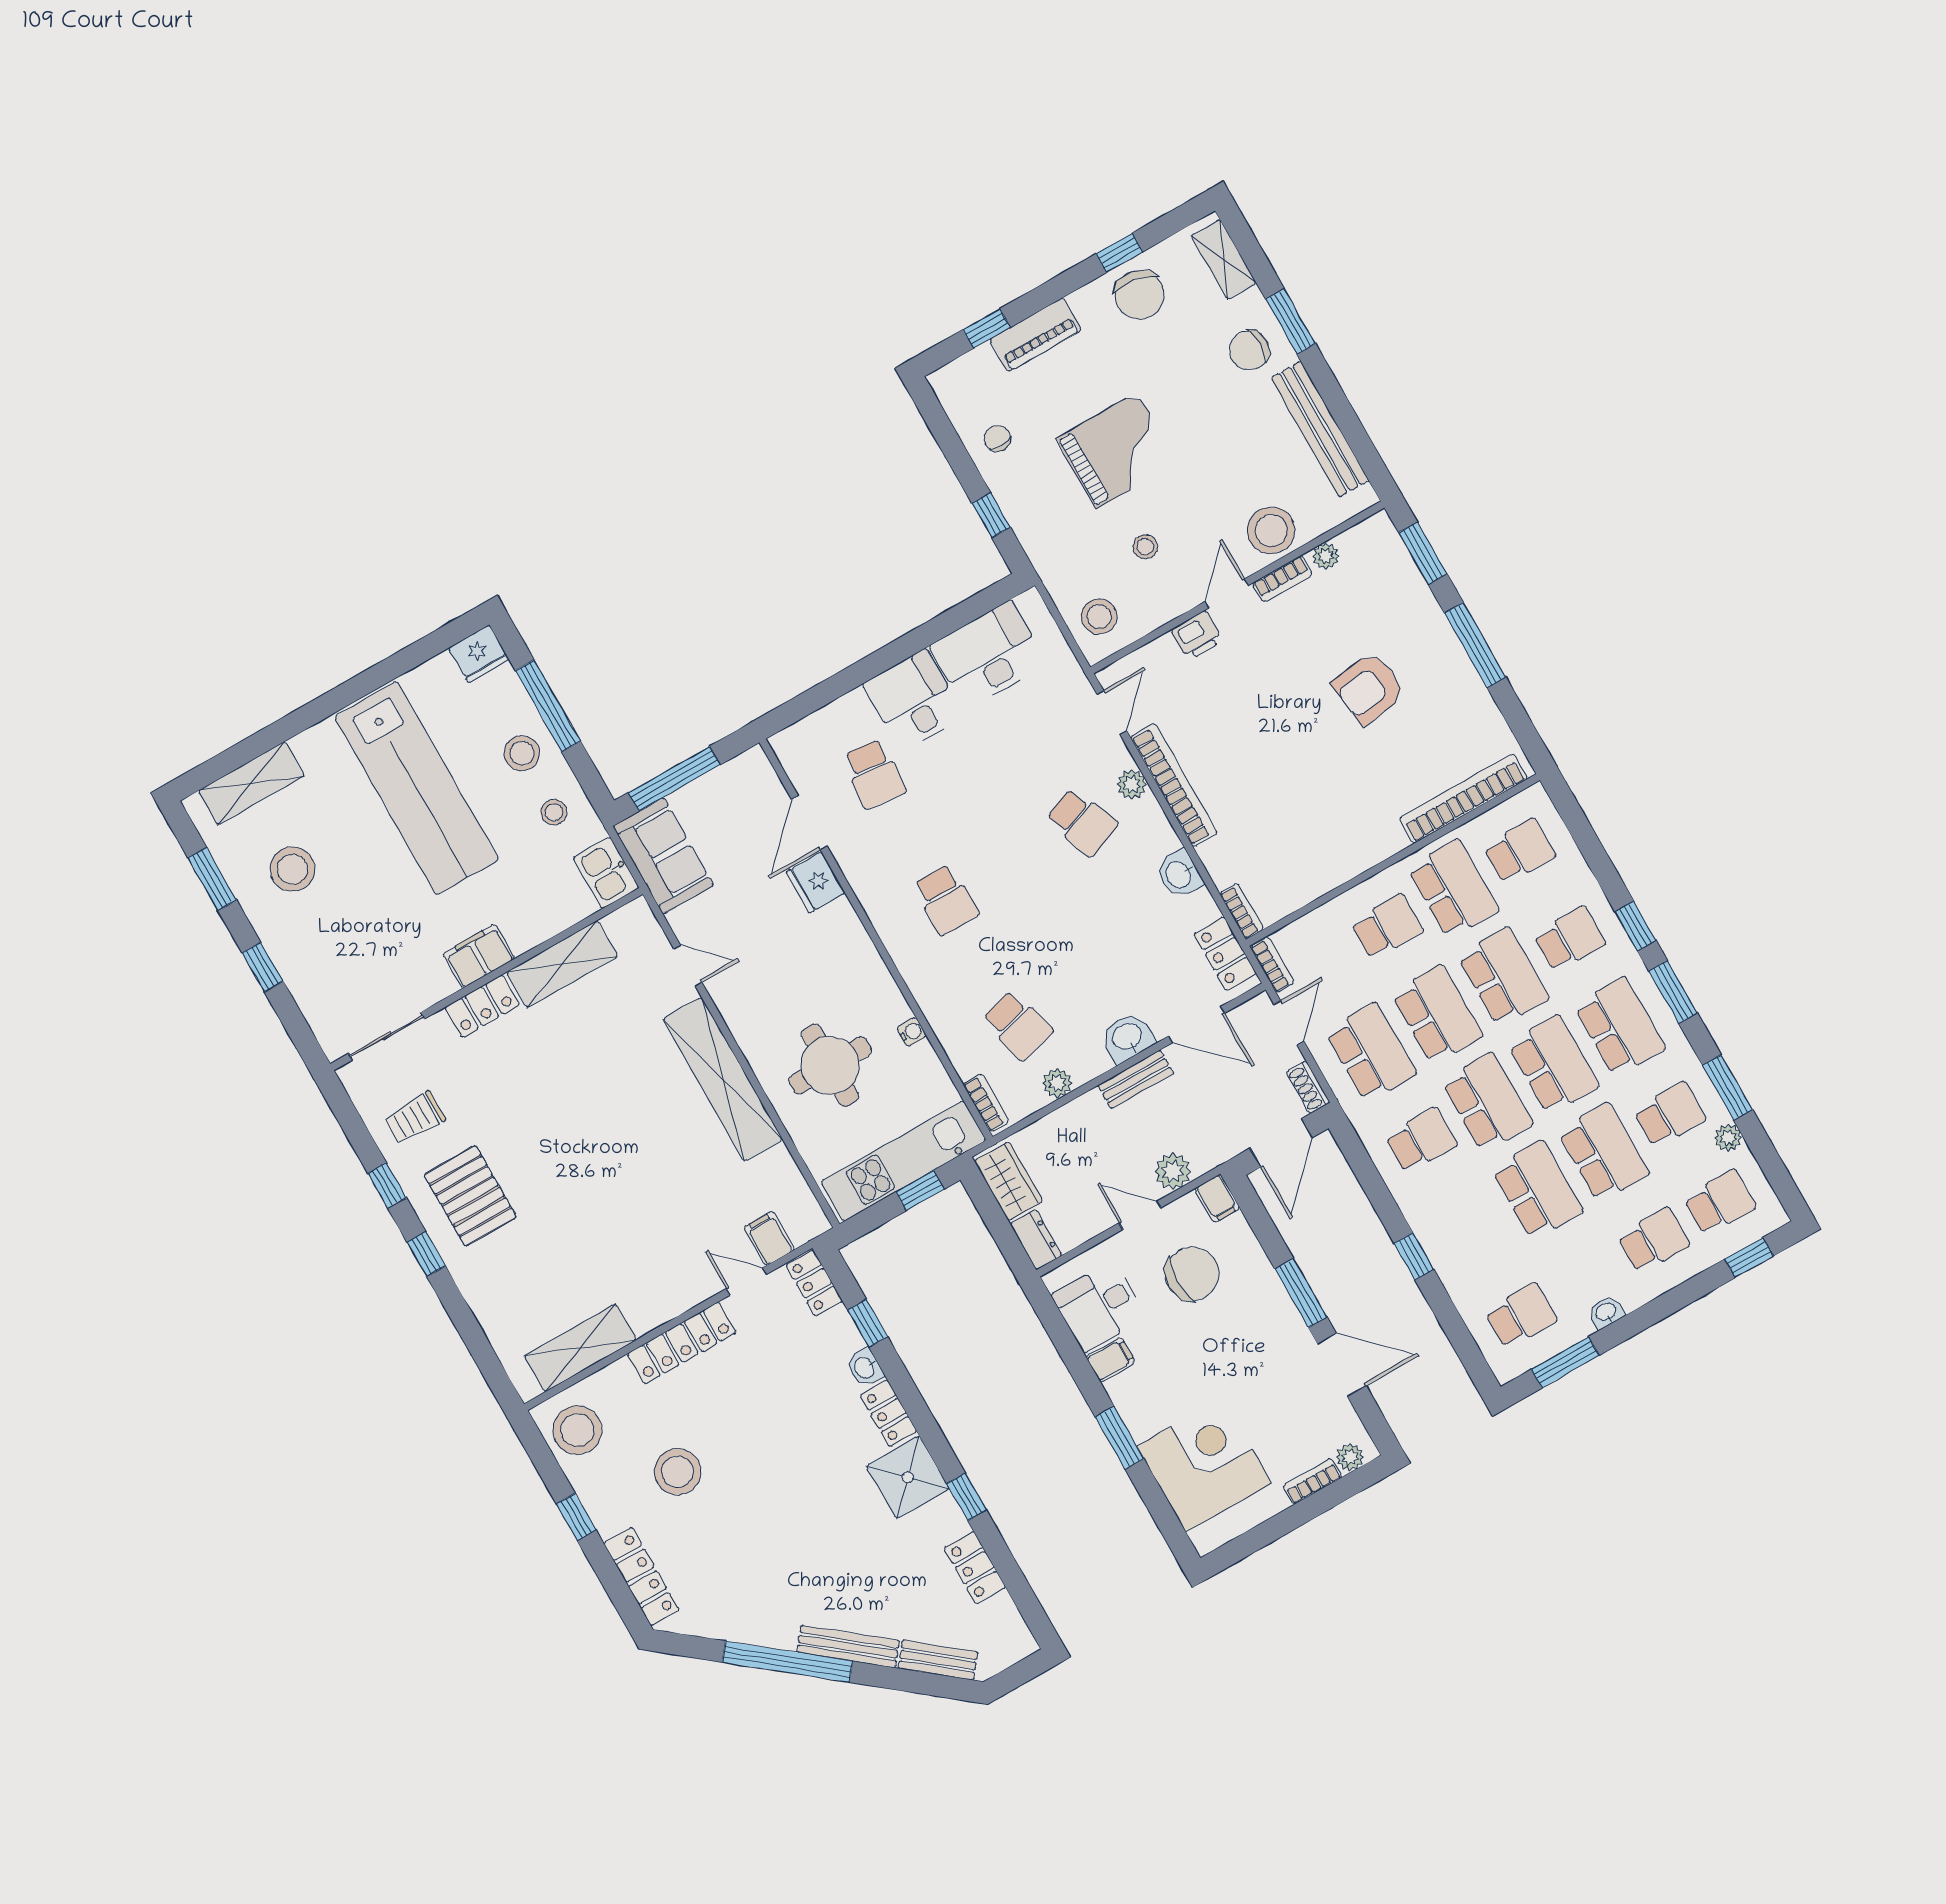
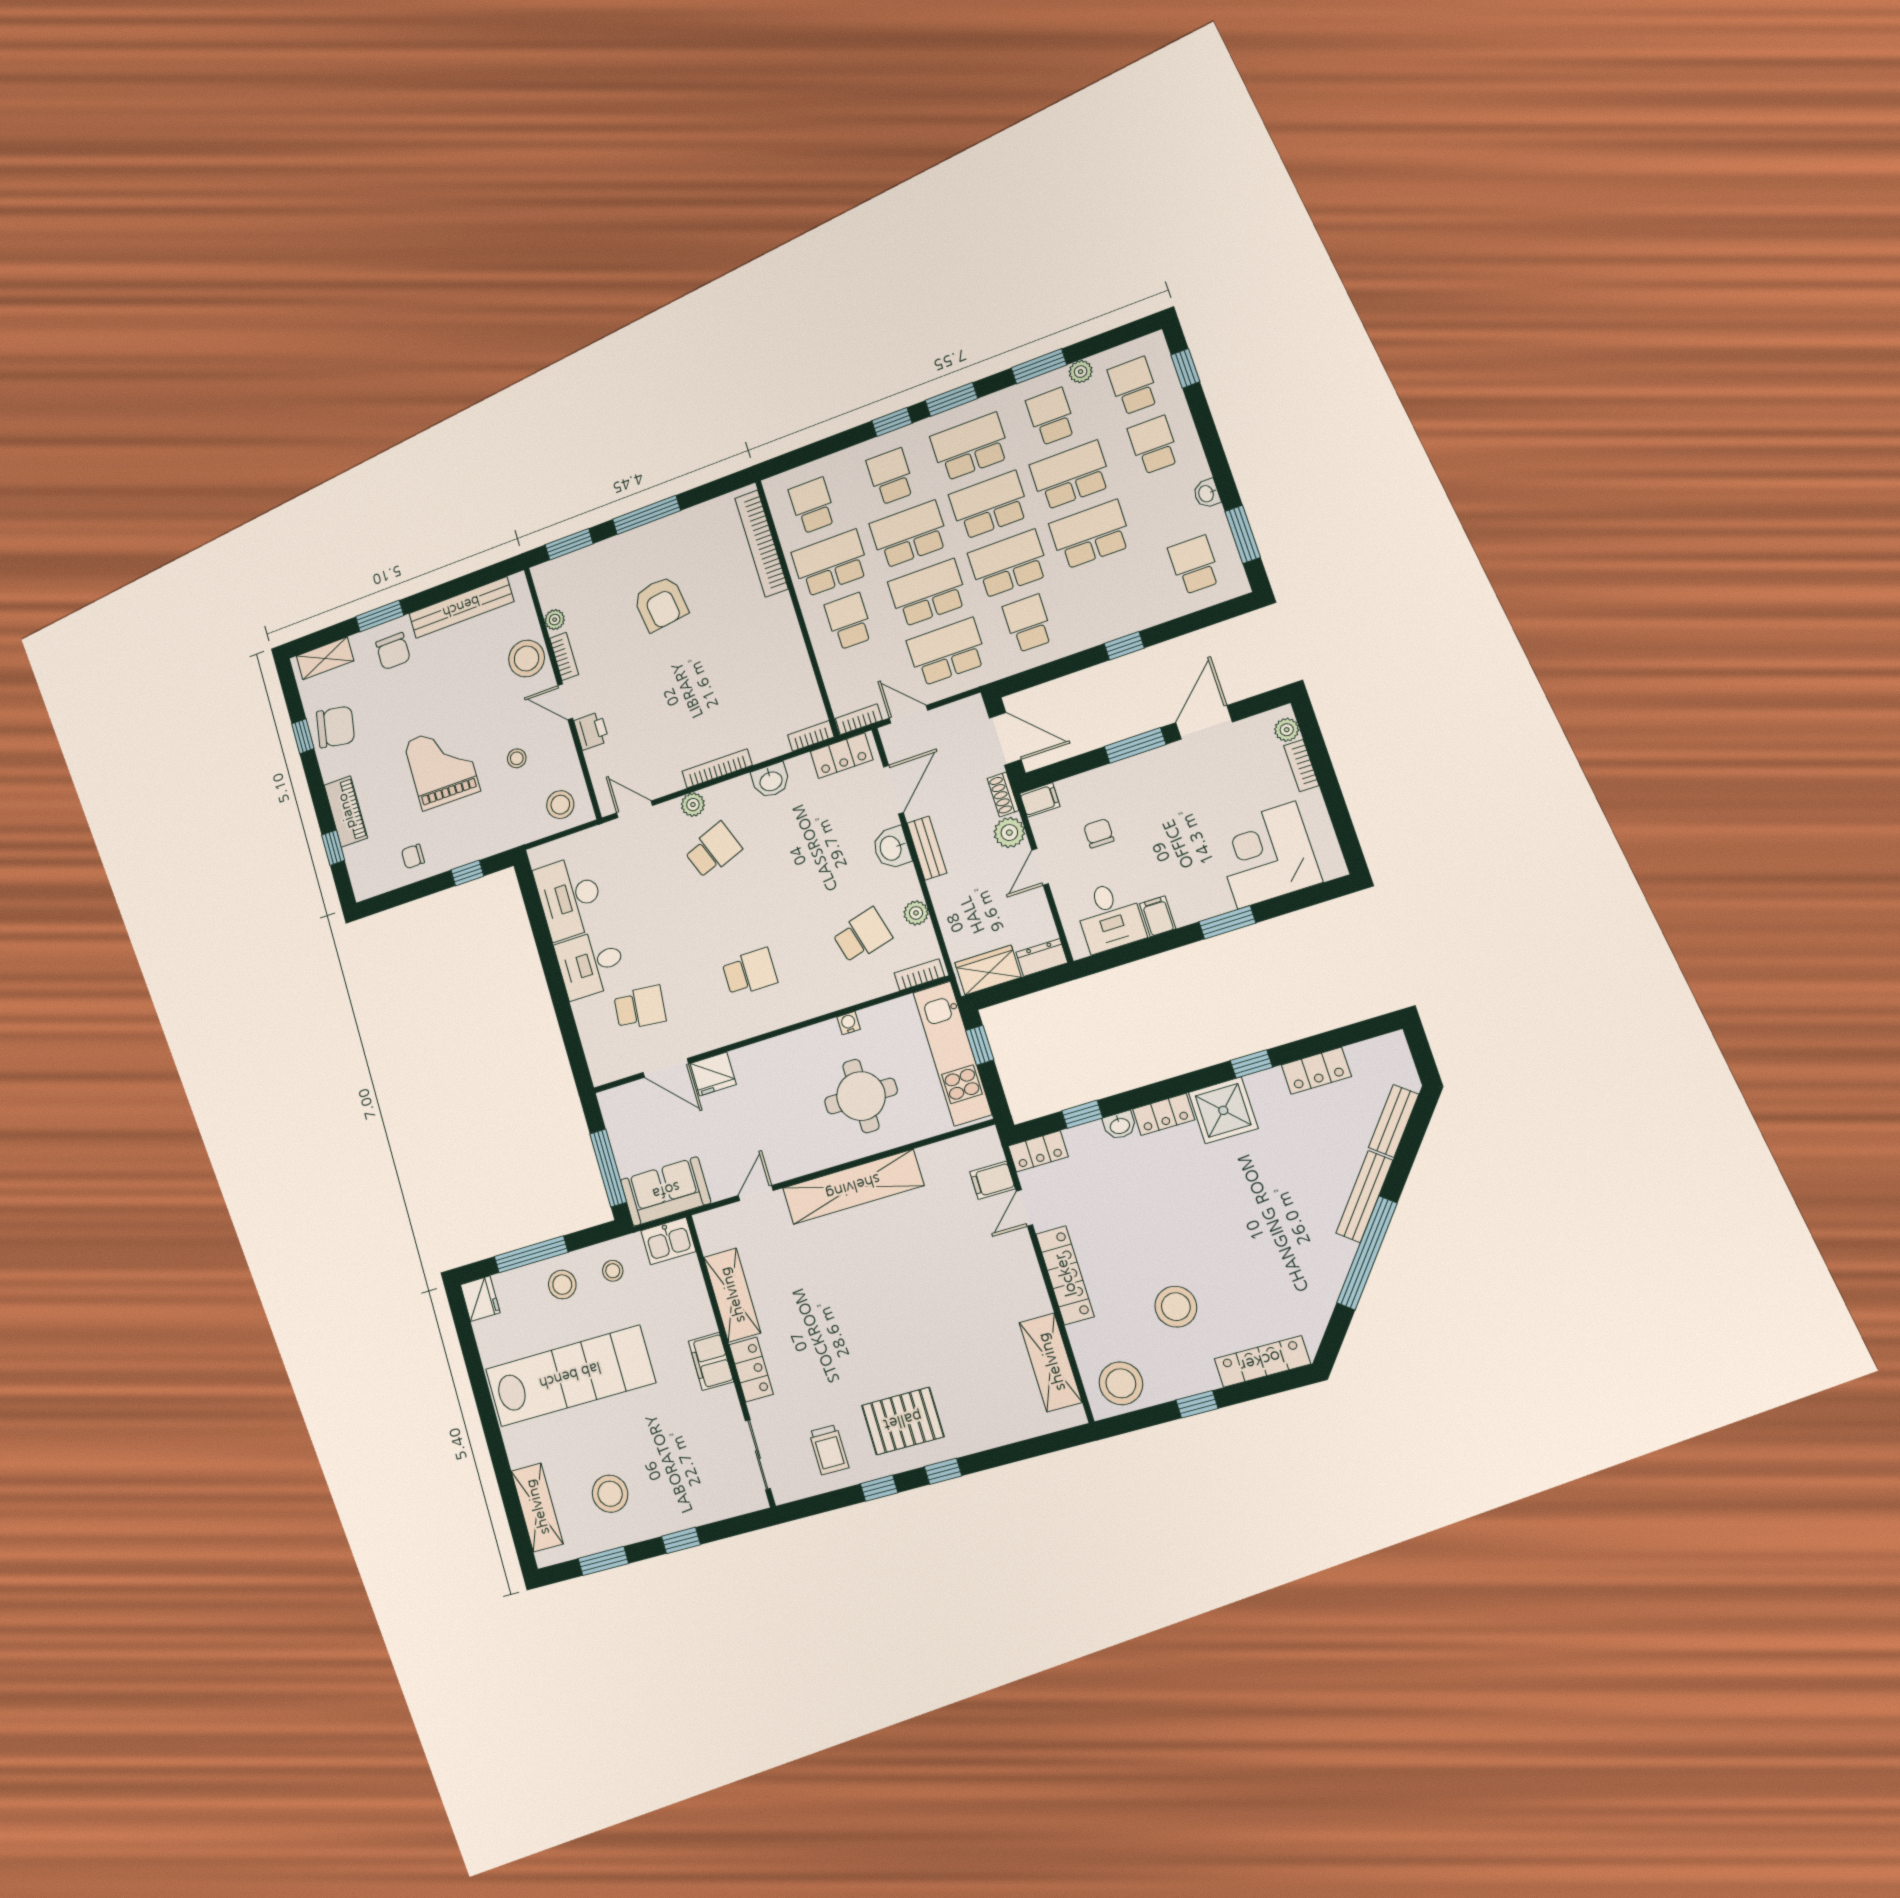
bookcase: (1174, 785) -> (717, 768), width x0.68, depth x0.76
shoe rack: (1308, 1087) -> (1003, 794), moved, turned 90
chair: (1192, 1274) -> (1099, 833), width x0.54, depth x0.54

